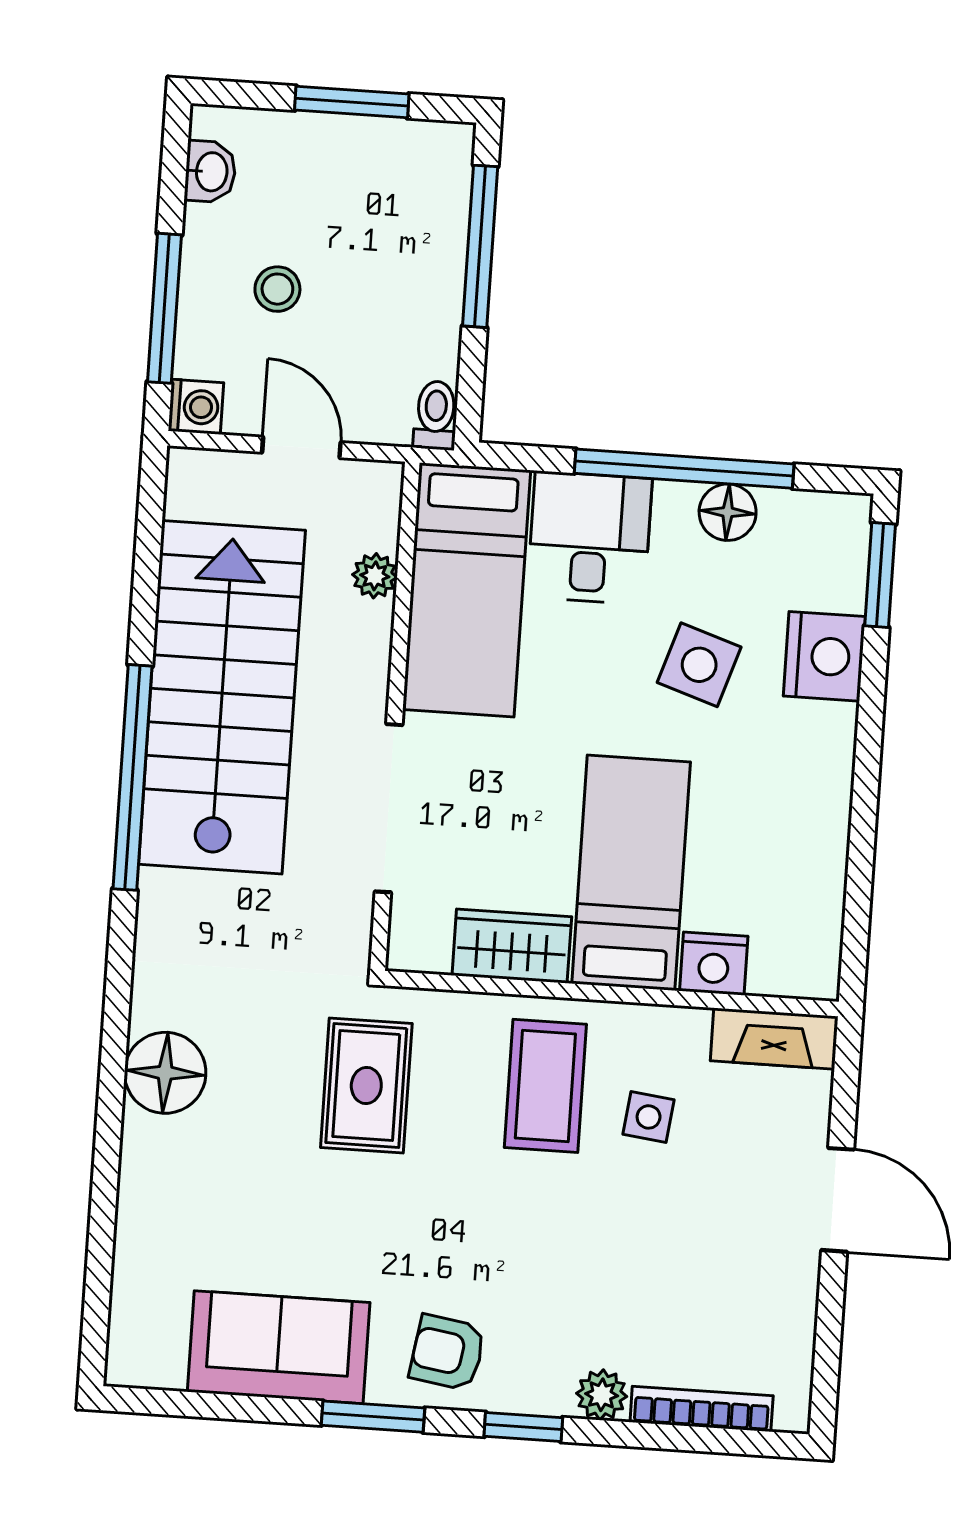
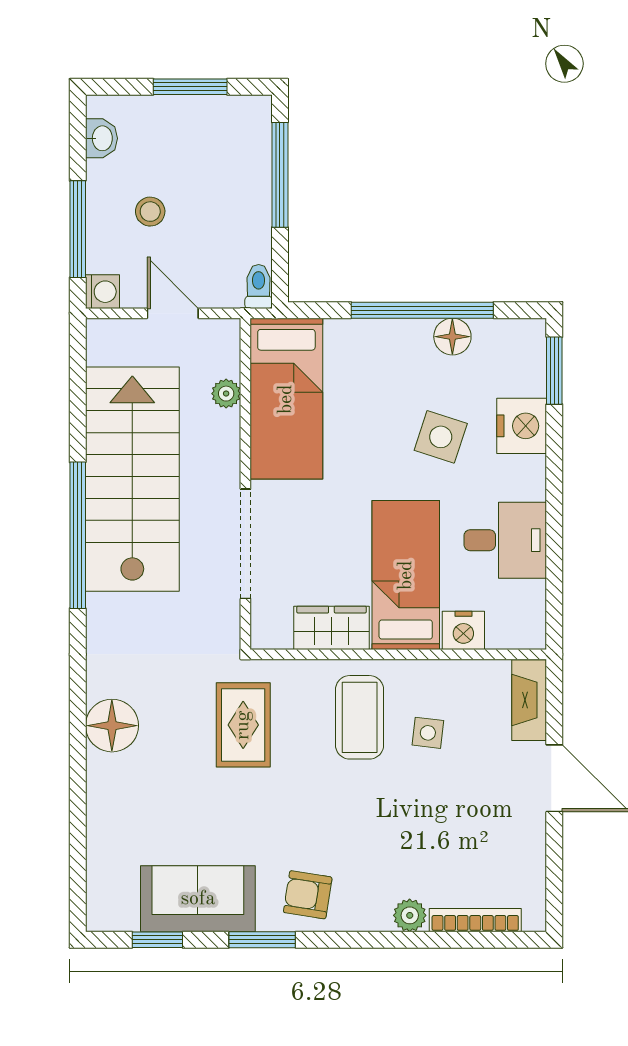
desk: (590, 538) -> (505, 540), moved, turned 90
fireplace: (774, 1039) -> (529, 700), moved, turned 90
window: (523, 1427) -> (157, 940), moved

